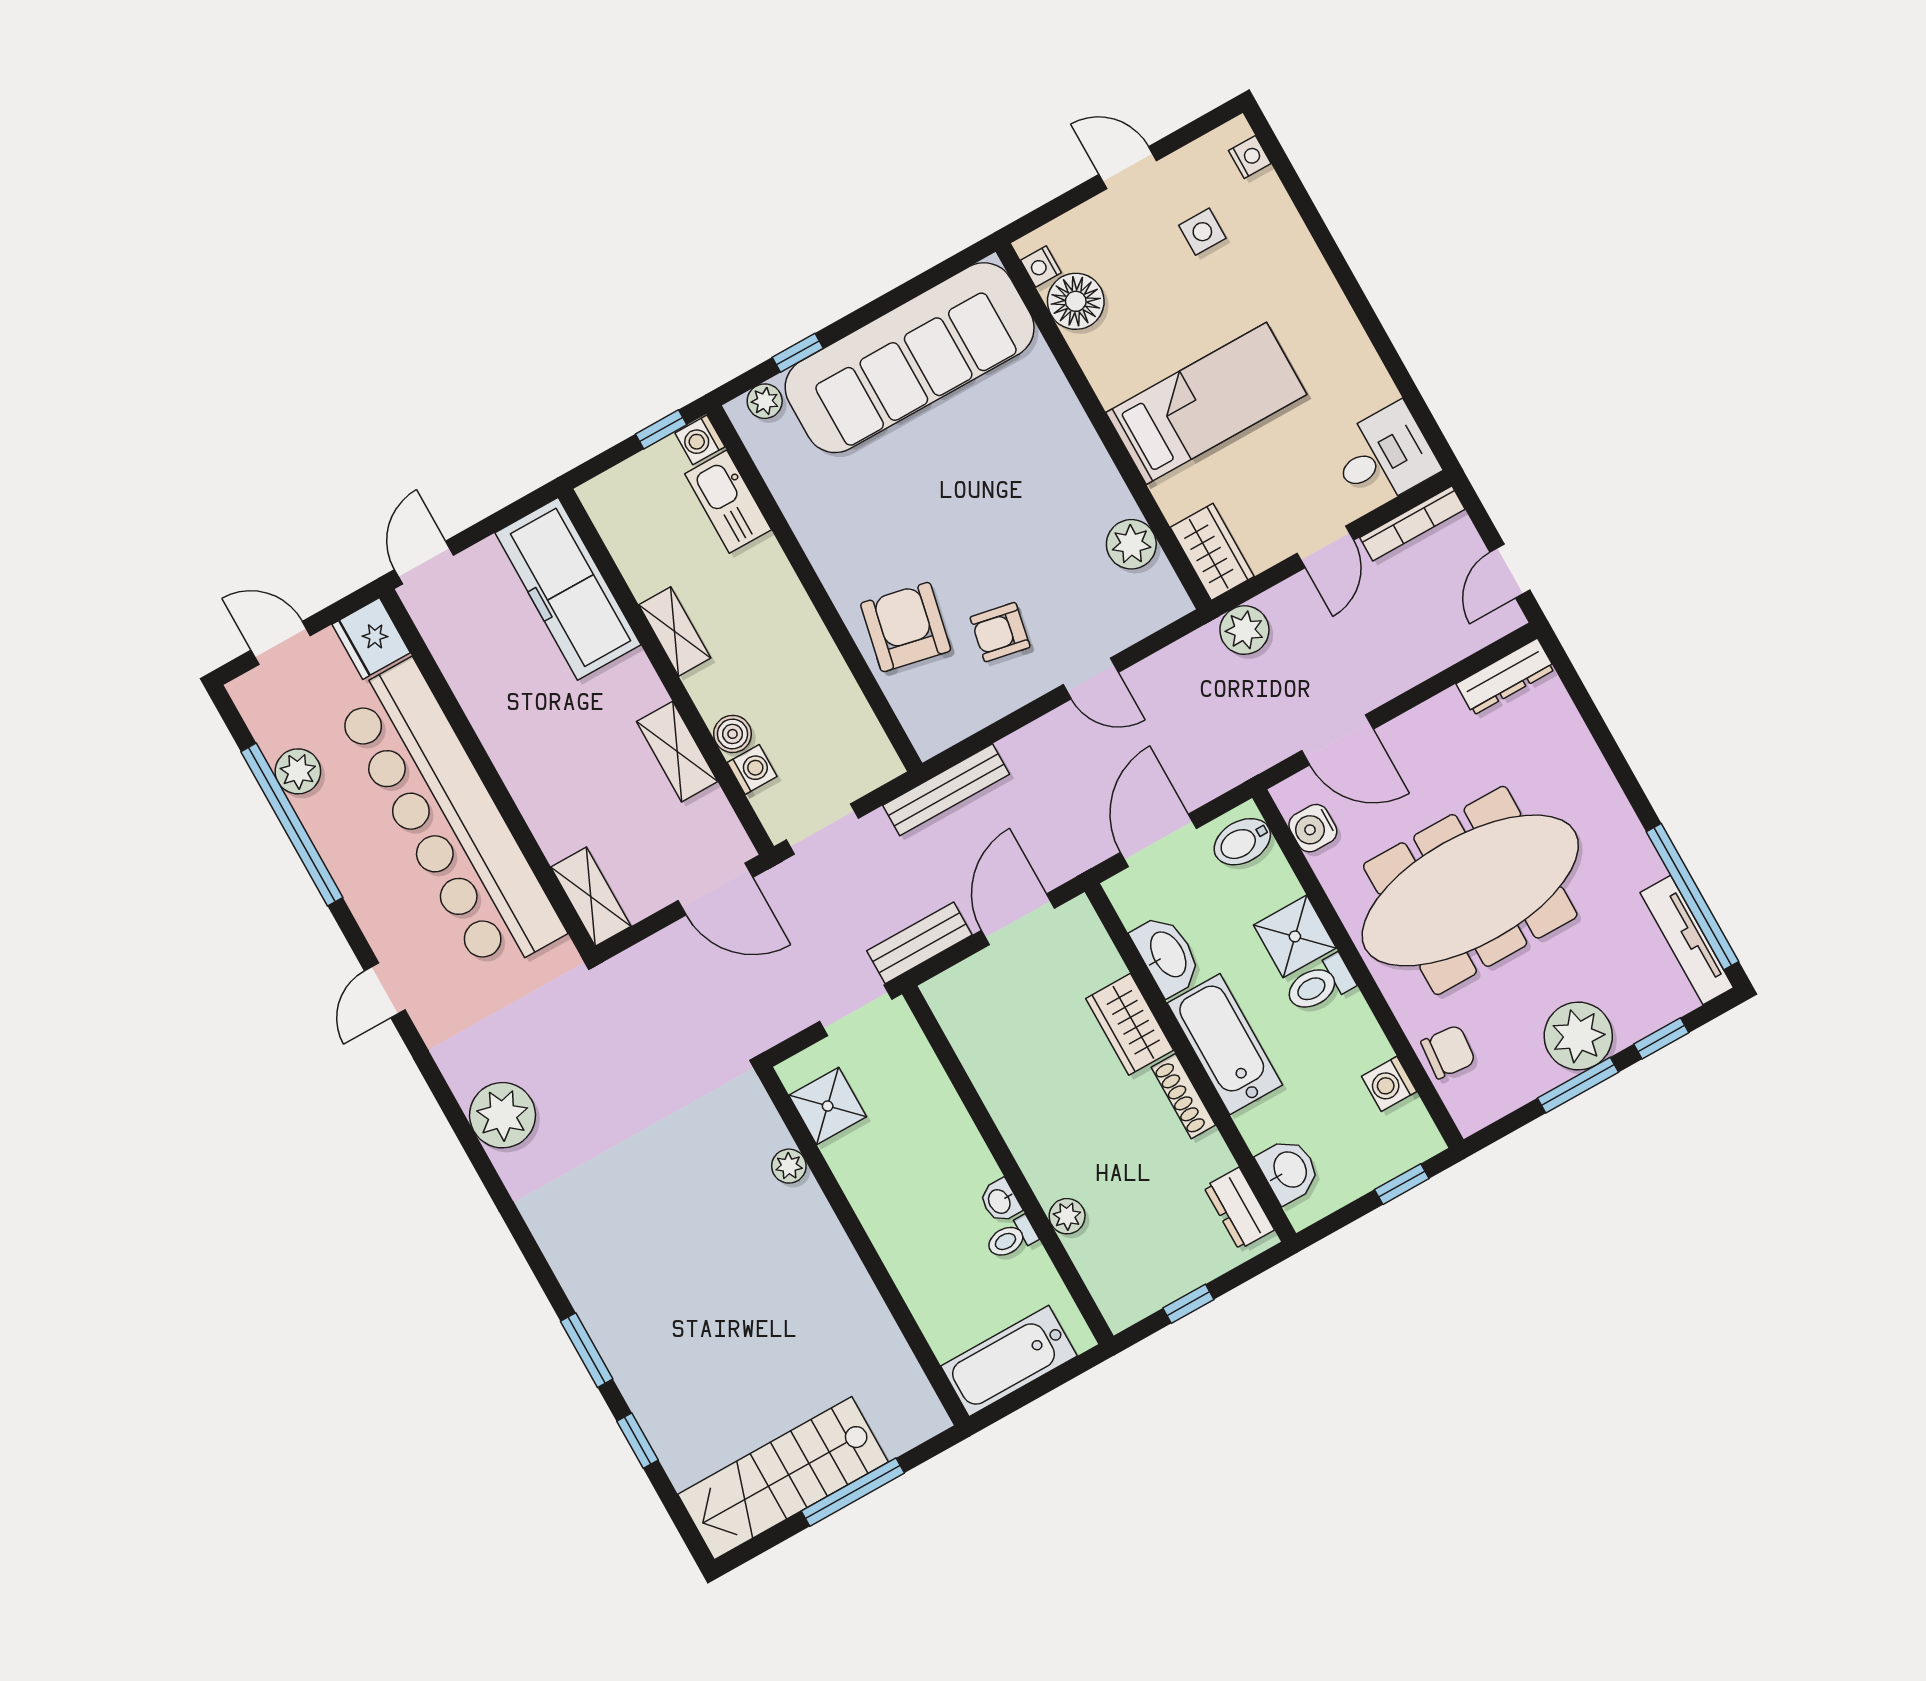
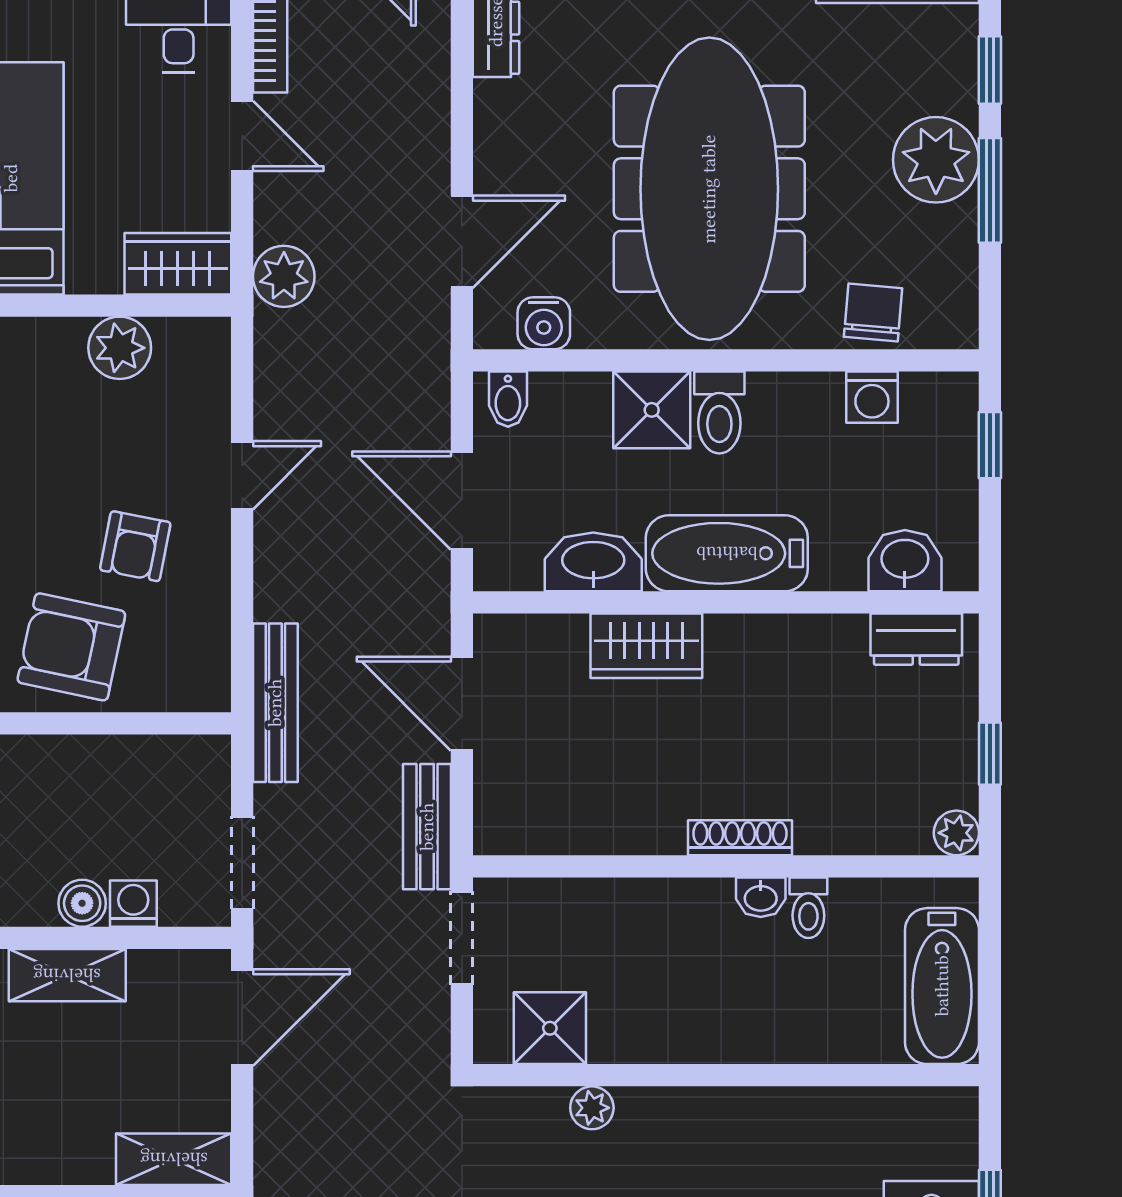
bidet: (1242, 842) -> (508, 399), width x0.72, depth x0.74
shoe rack: (1183, 1096) -> (740, 838), moved, turned 180
plant: (1067, 1216) -> (956, 833), moved

